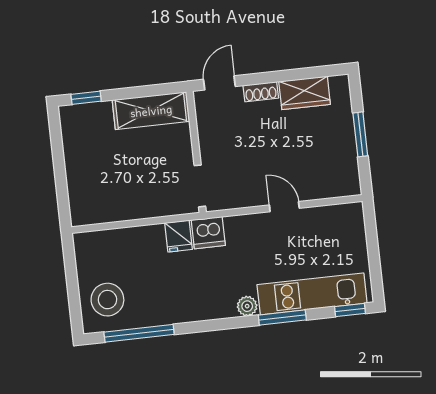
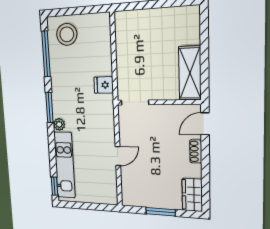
door: (219, 83) -> (205, 124), swing flipped
wardrobe: (305, 93) -> (192, 195), moved
window: (86, 98) -> (204, 26), removed
dishwasher: (208, 233) -> (105, 105), removed
window: (282, 317) -> (49, 108), moved

